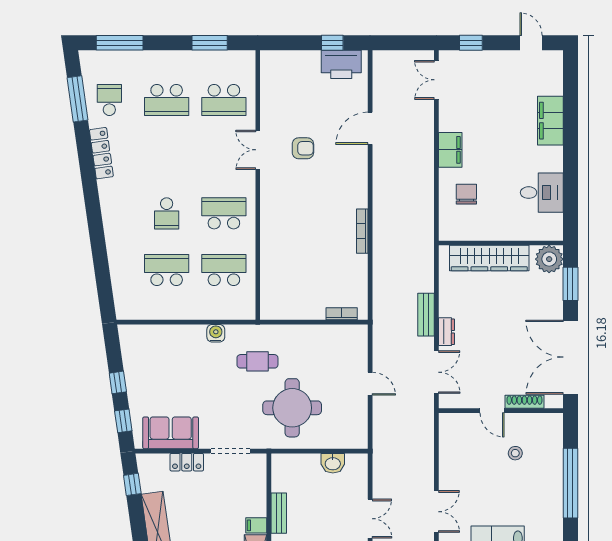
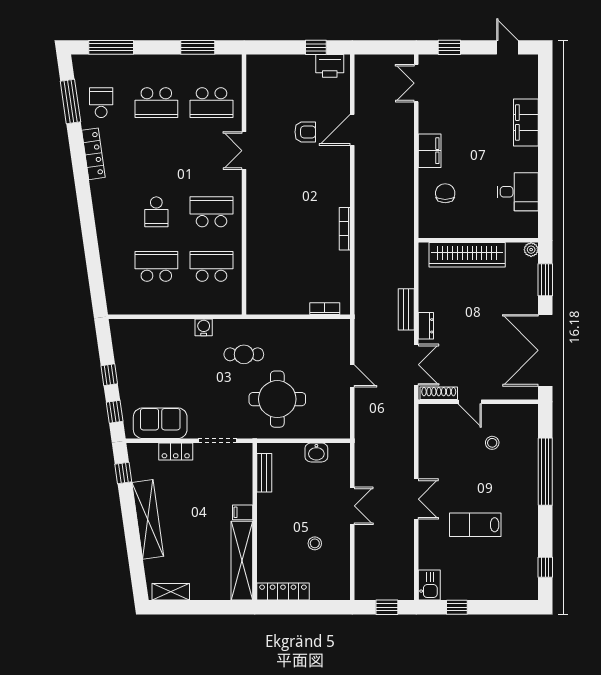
printer: (341, 64) -> (330, 66), width x0.73, depth x0.84
armchair: (303, 148) -> (305, 132), moved
plant: (549, 259) -> (531, 250), width x0.53, depth x0.53
shoe rack: (524, 402) -> (439, 393), moved
bench: (279, 513) -> (264, 473), moved

